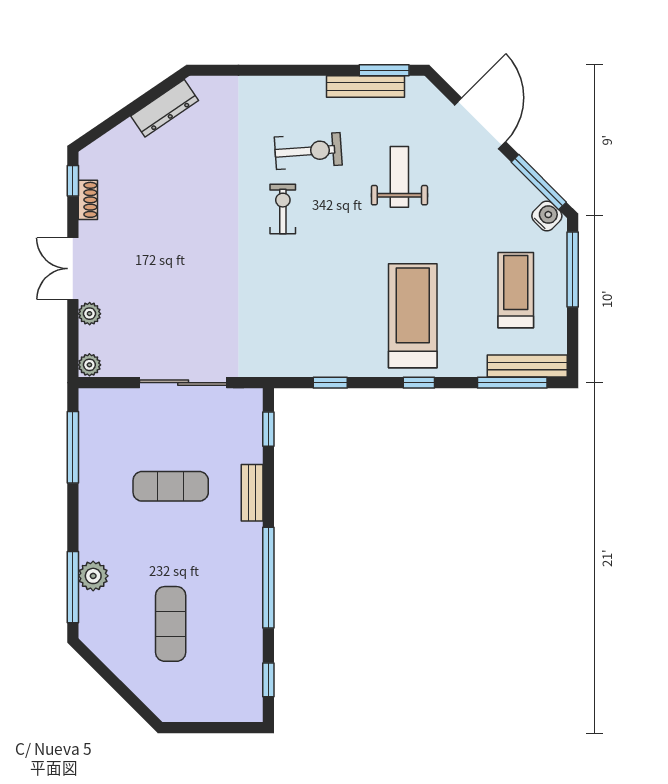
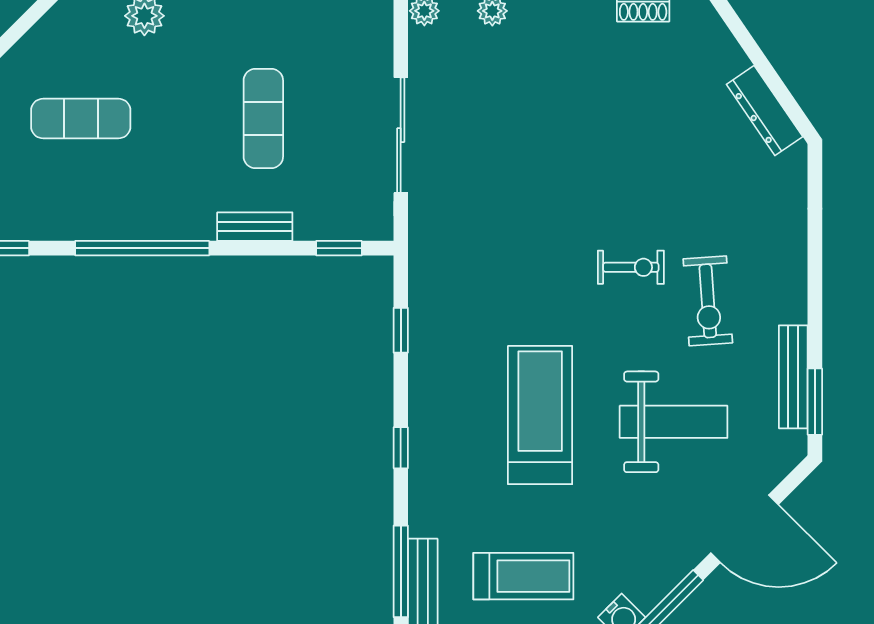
weight bench: (399, 177) -> (674, 422), width x1.36, depth x1.33
treadmill: (413, 316) -> (540, 415), moved, turned -90

